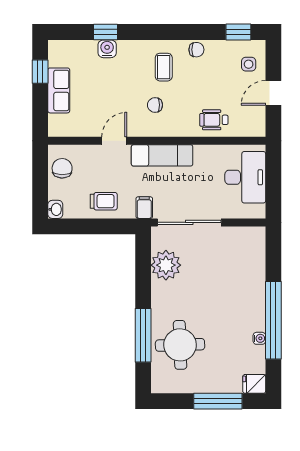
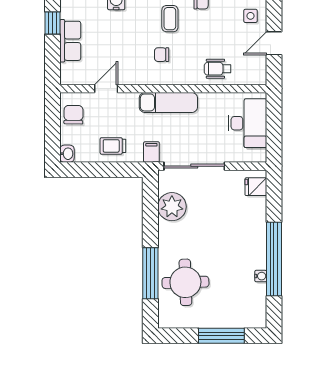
door: (114, 141) -> (106, 89), moved
trolley: (104, 201) -> (113, 146), turned 180
fridge: (254, 384) -> (256, 187), moved

